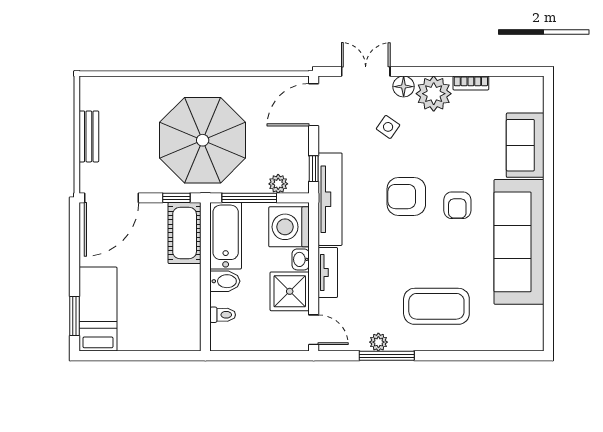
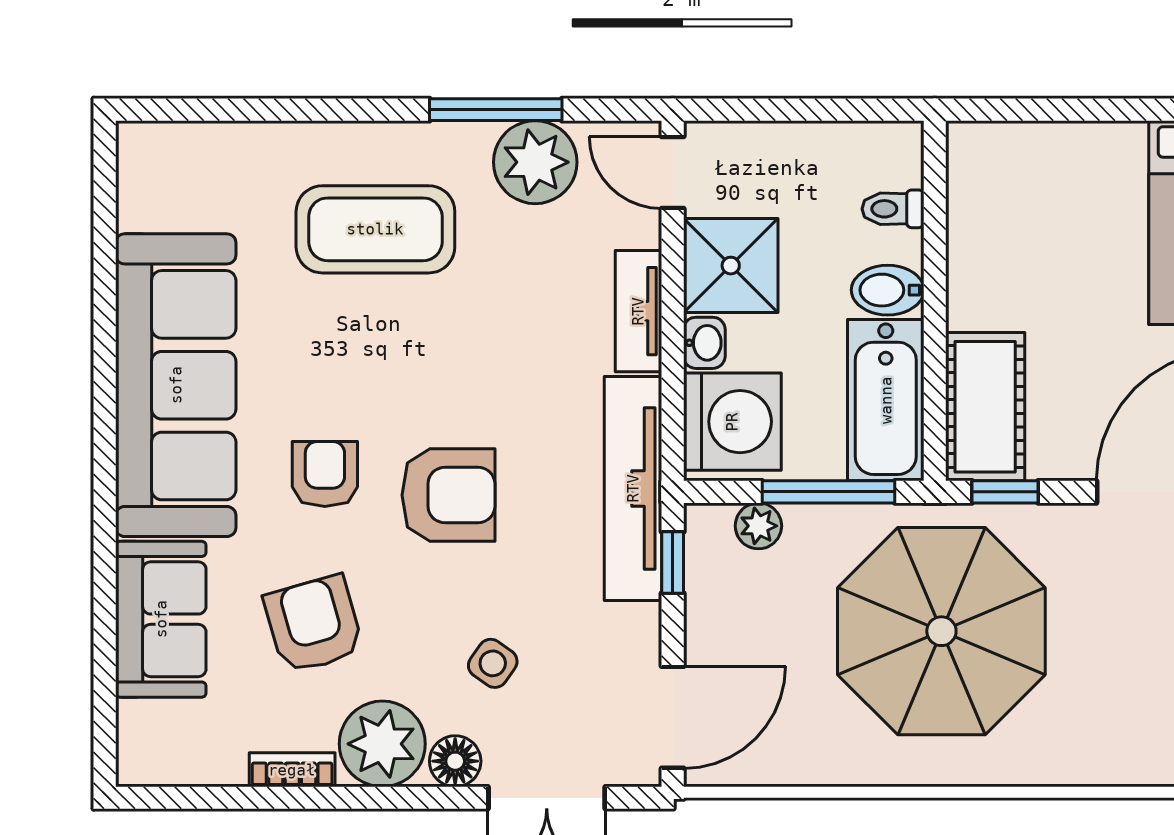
armchair: (462, 143) -> (314, 624), added
plant: (378, 342) -> (535, 162), width x1.88, depth x1.88

